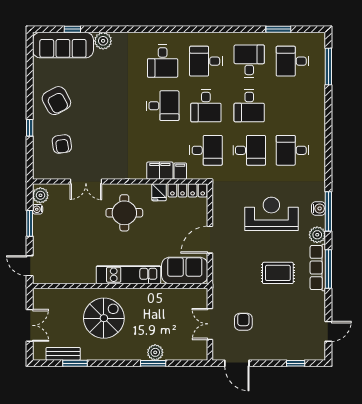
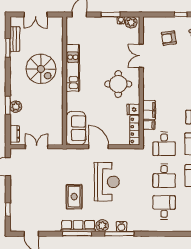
reception desk: (271, 214) -> (107, 182), moved
kitchen unit: (128, 275) -> (73, 68), moved
armchair: (243, 322) -> (38, 171), removed
dresser: (192, 354) -> (15, 134), added

